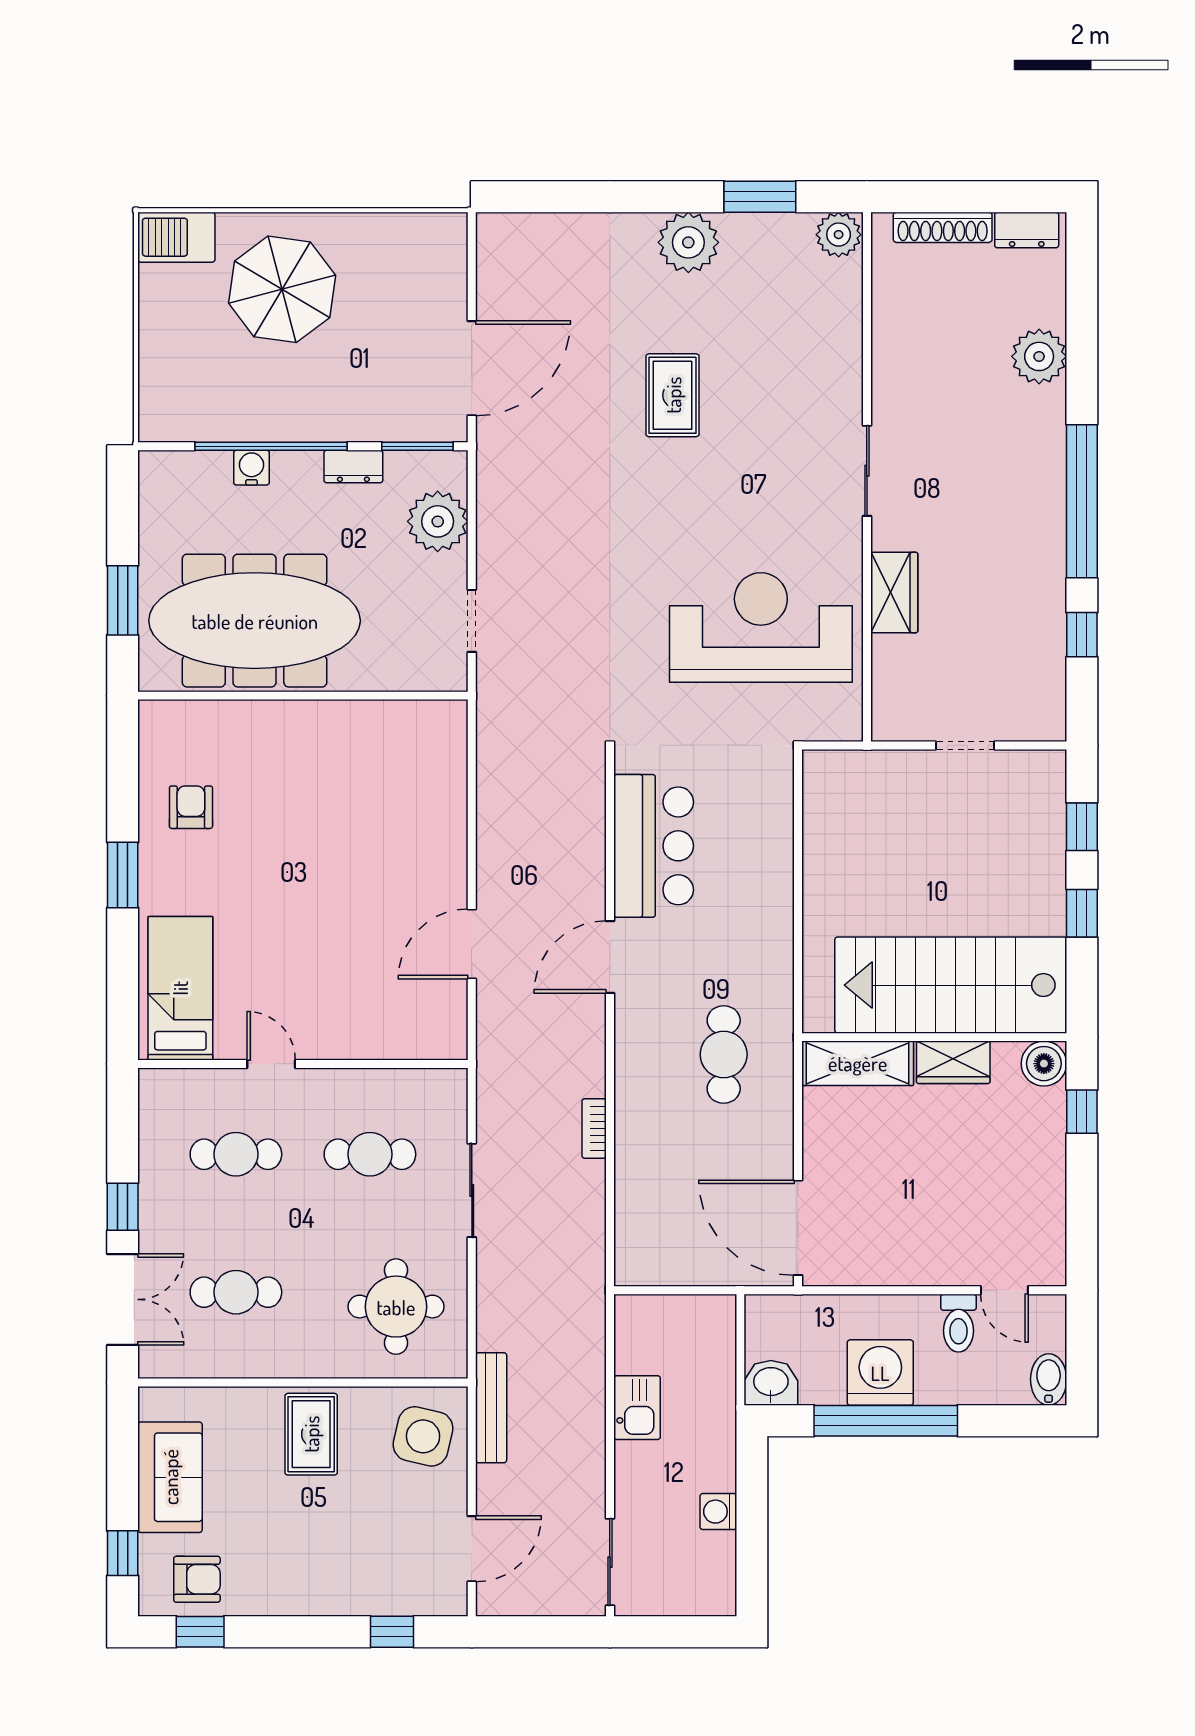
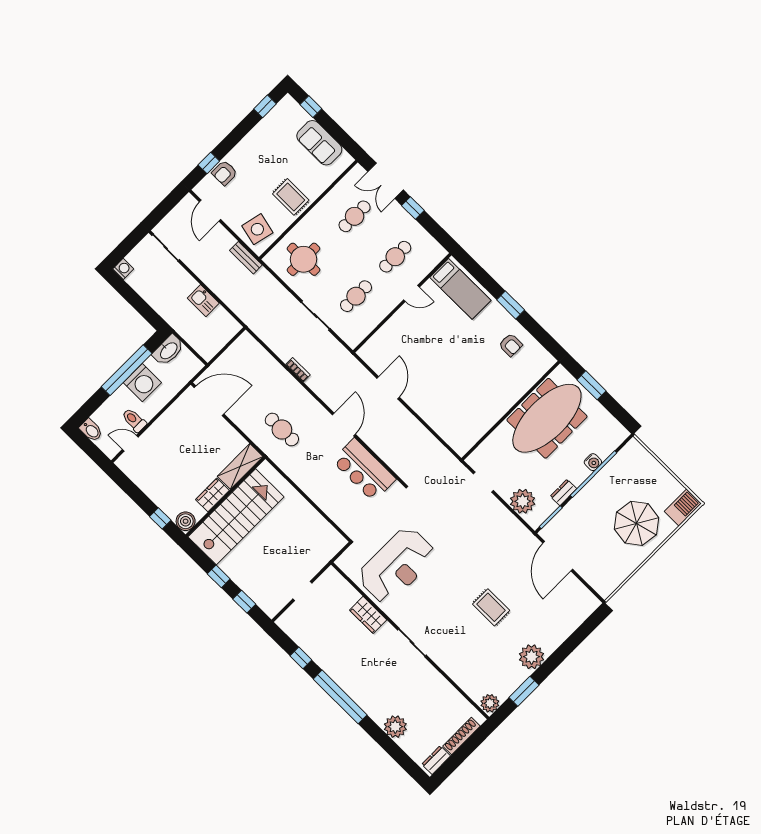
washbasin: (771, 1383) -> (168, 350), width x1.38
bench: (491, 1408) -> (246, 258), width x0.73
washing machine: (718, 1512) -> (123, 269), moved
armchair: (197, 1579) -> (225, 173), moved

